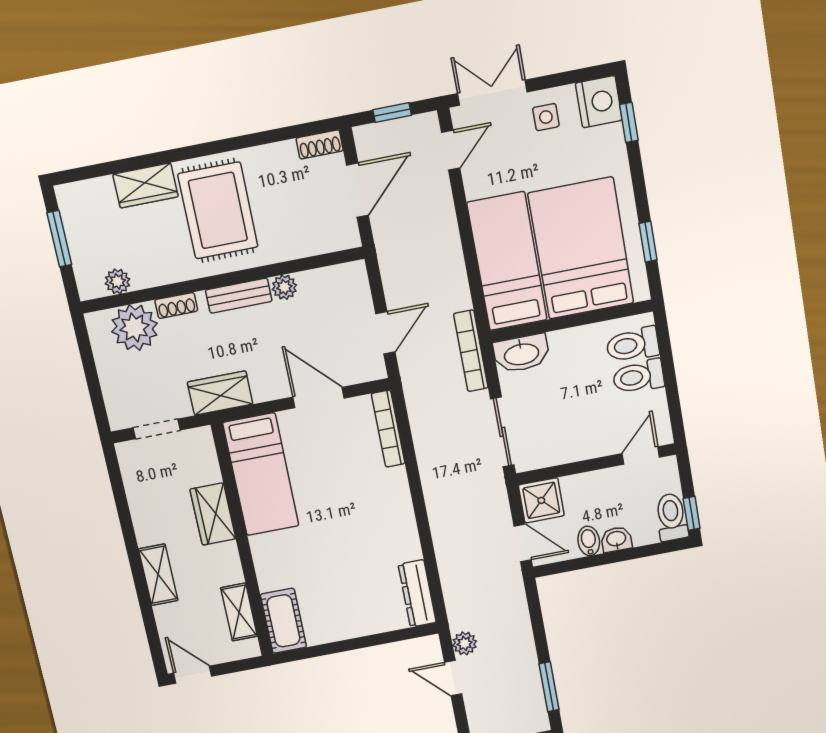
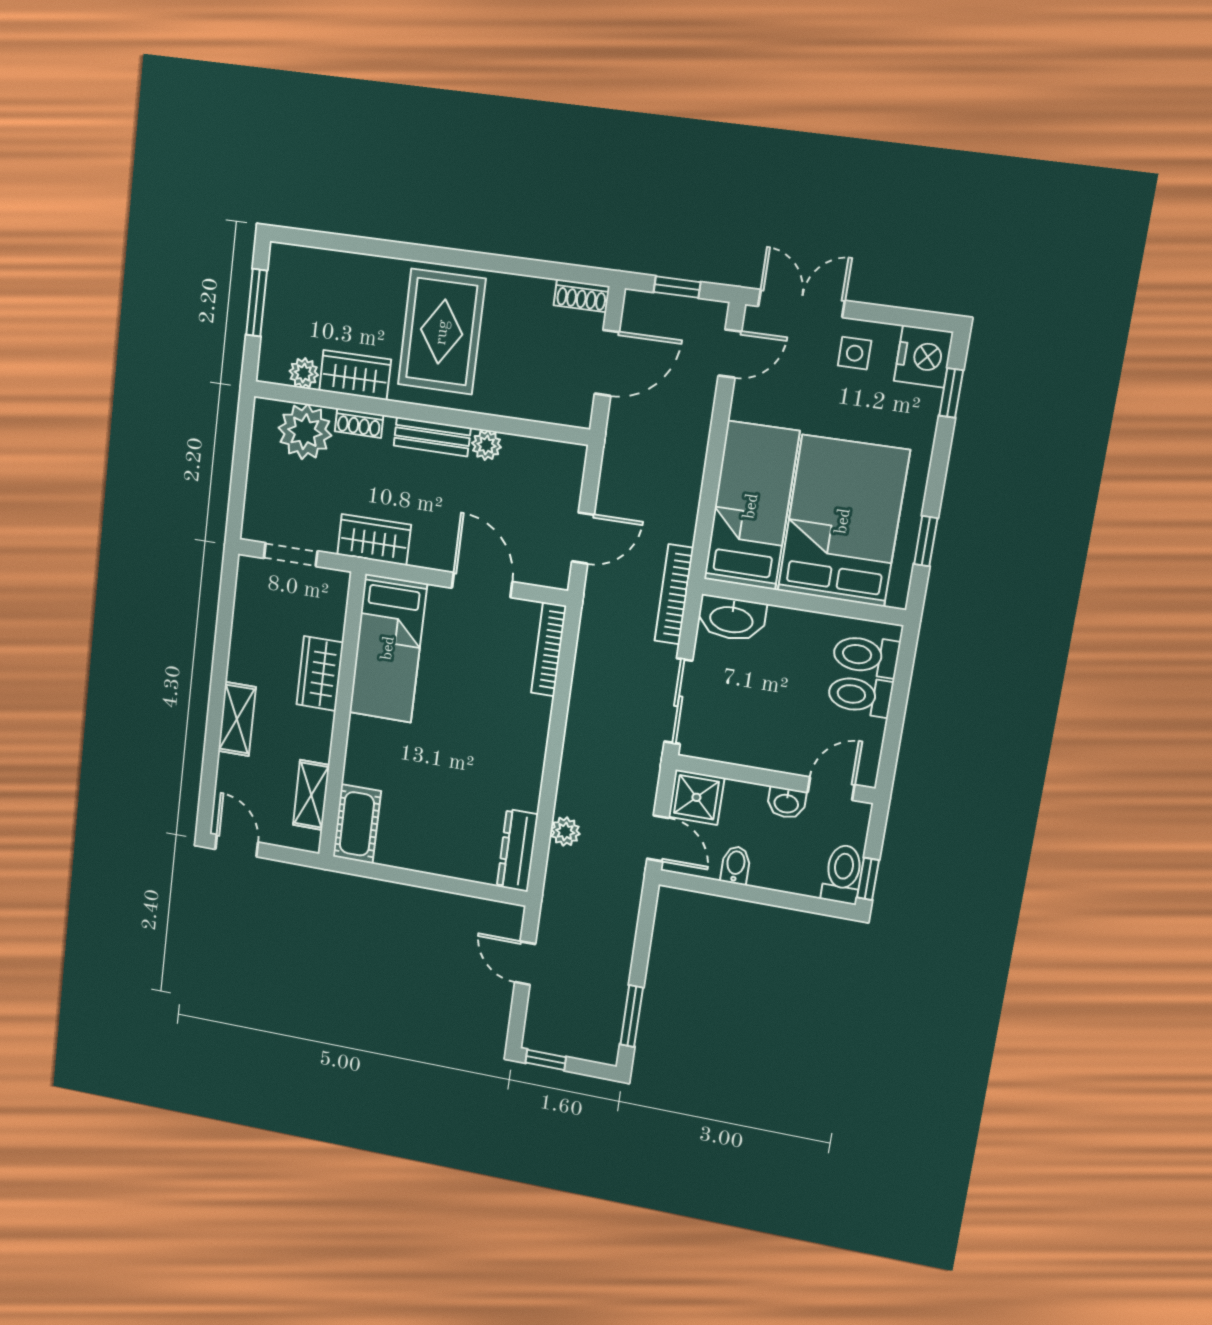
wardrobe: (145, 185) -> (355, 375), moved, turned 180
washbasin: (616, 539) -> (786, 803), moved, turned 180
plant: (465, 643) -> (565, 831), moved

